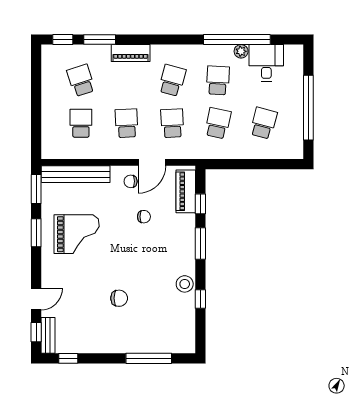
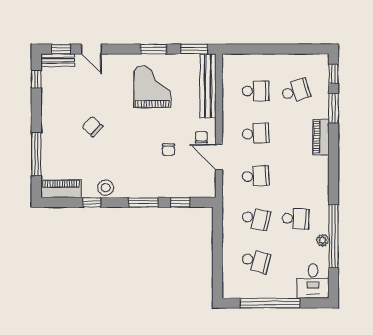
desk: (266, 63) -> (313, 281), moved, turned 90
school desk: (172, 80) -> (295, 176), removed
piano: (186, 191) -> (61, 189), moved
grand piano: (77, 234) -> (152, 87), turned 180
chair: (119, 298) -> (92, 127), turned 133

